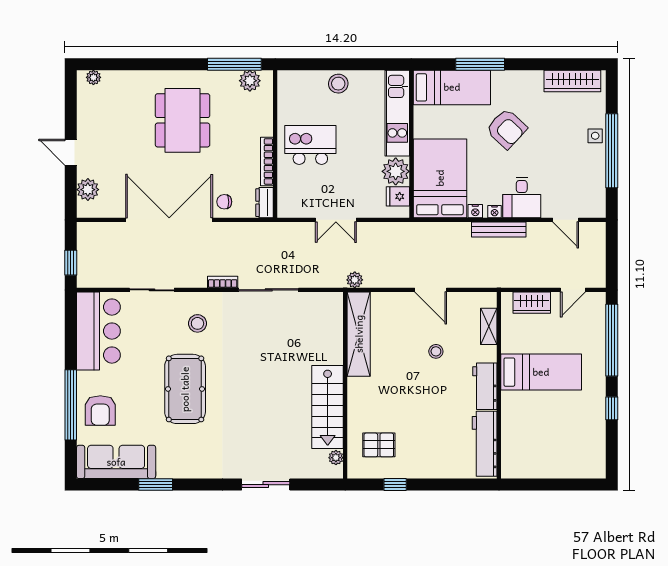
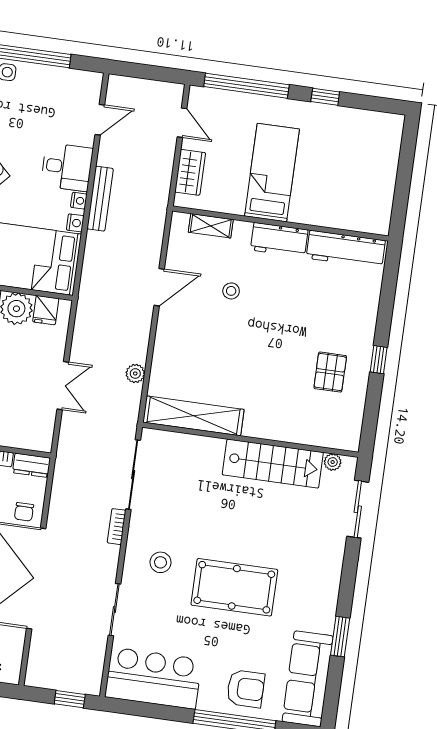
shelving: (359, 334) -> (193, 416), moved
wall: (345, 385) -> (250, 440), moved
stairs: (328, 407) -> (273, 464), moved
plant: (336, 458) -> (333, 462), moved

